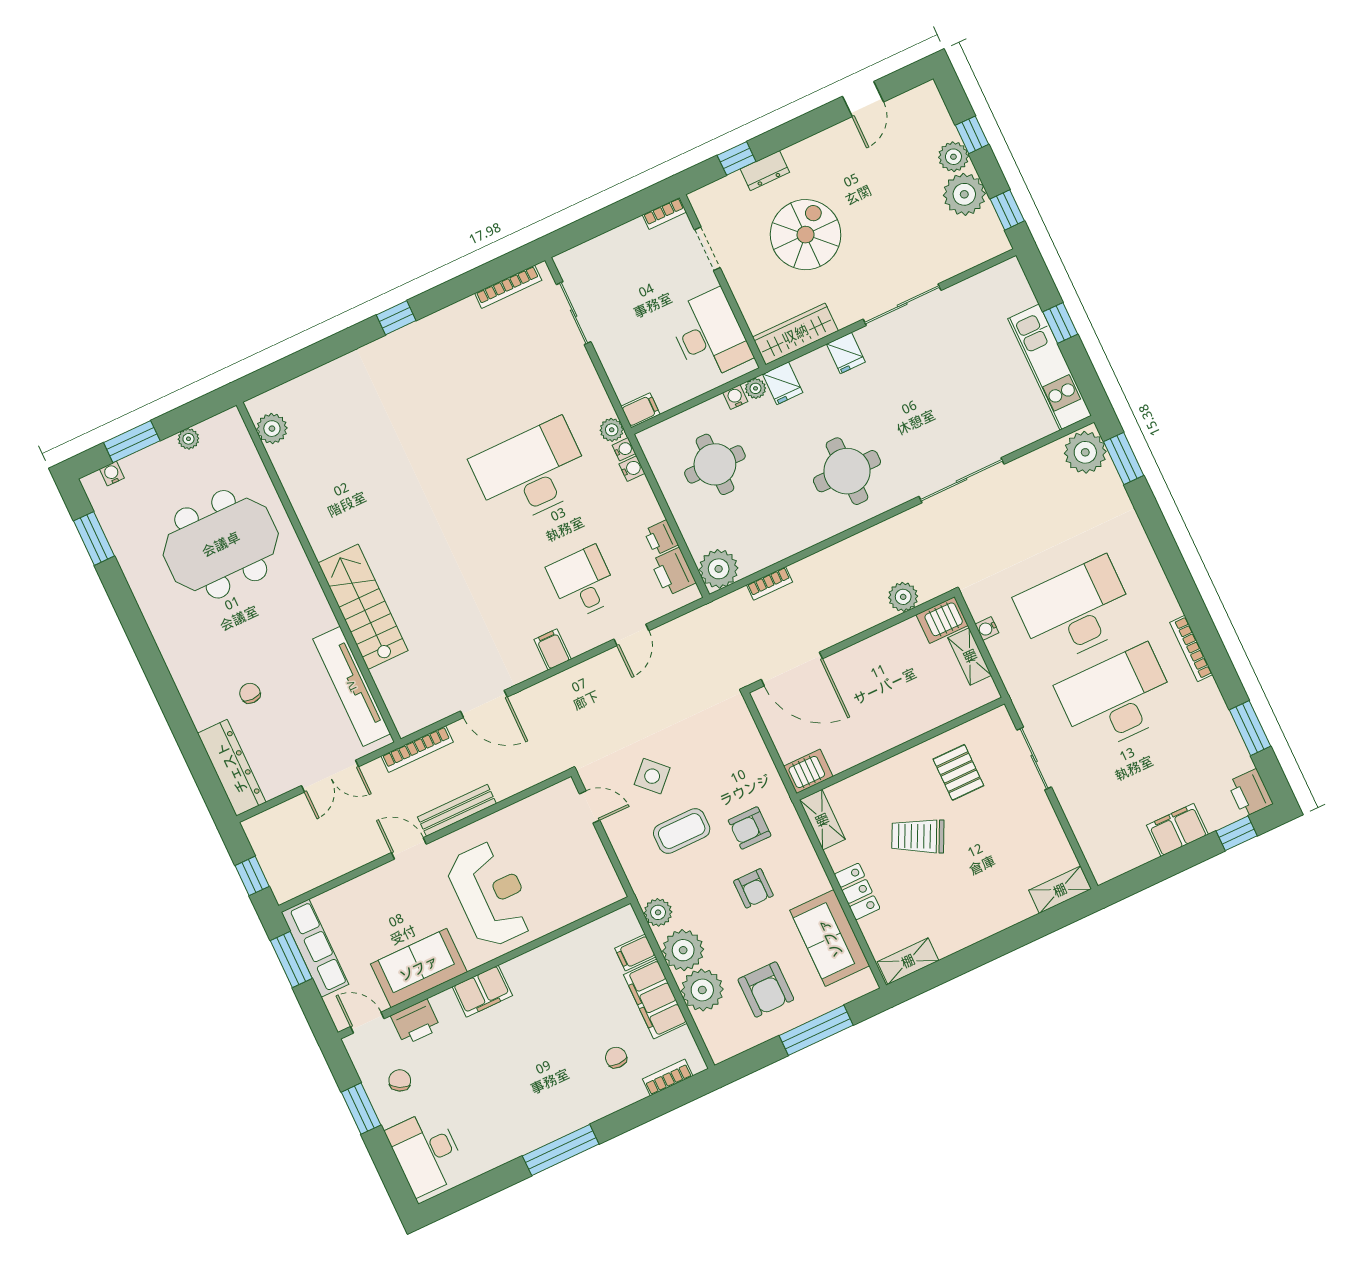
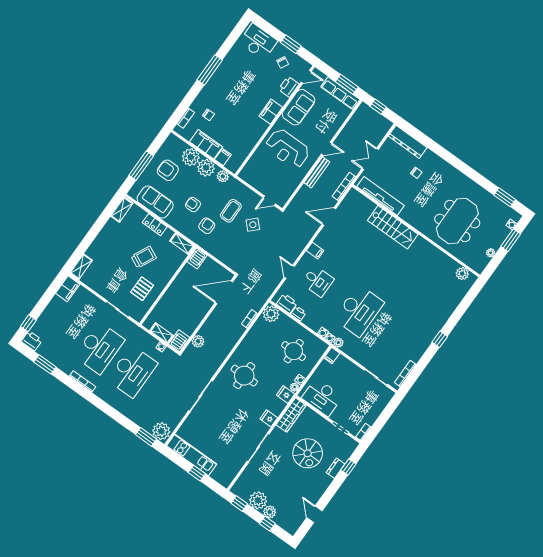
pallet: (958, 772) -> (142, 289), turned 90
filing cabinet: (1177, 830) -> (68, 289), moved

